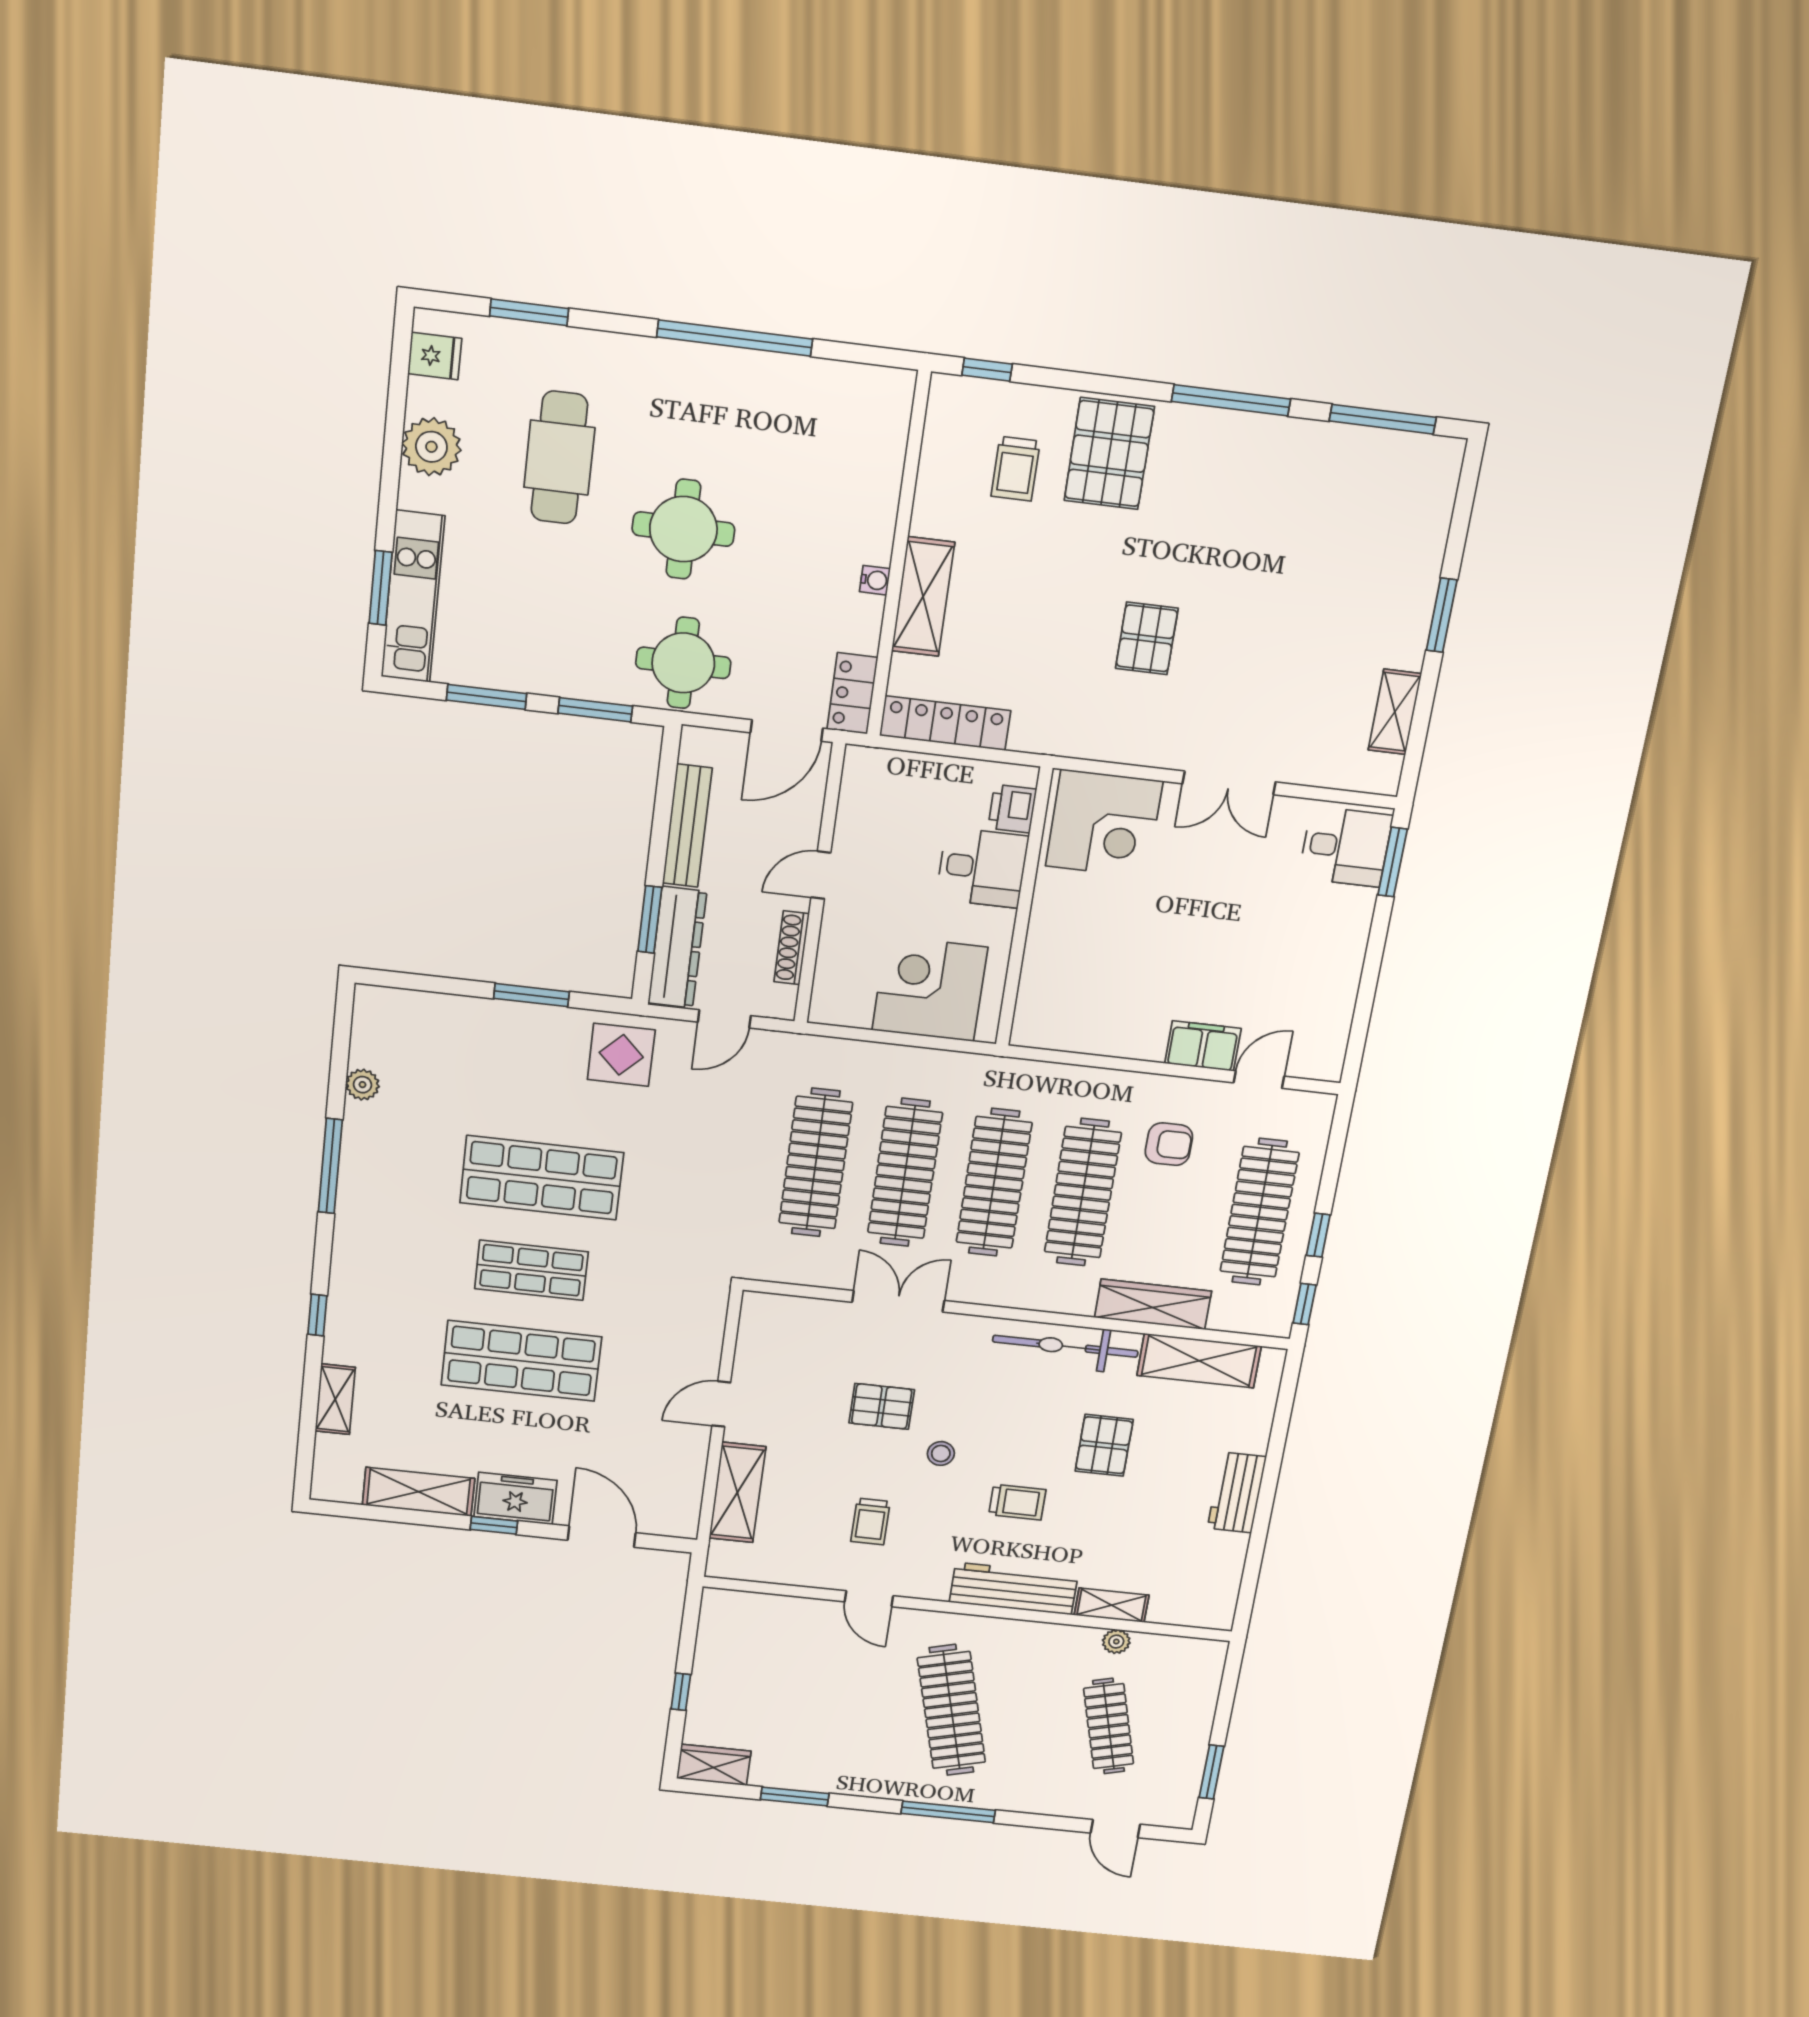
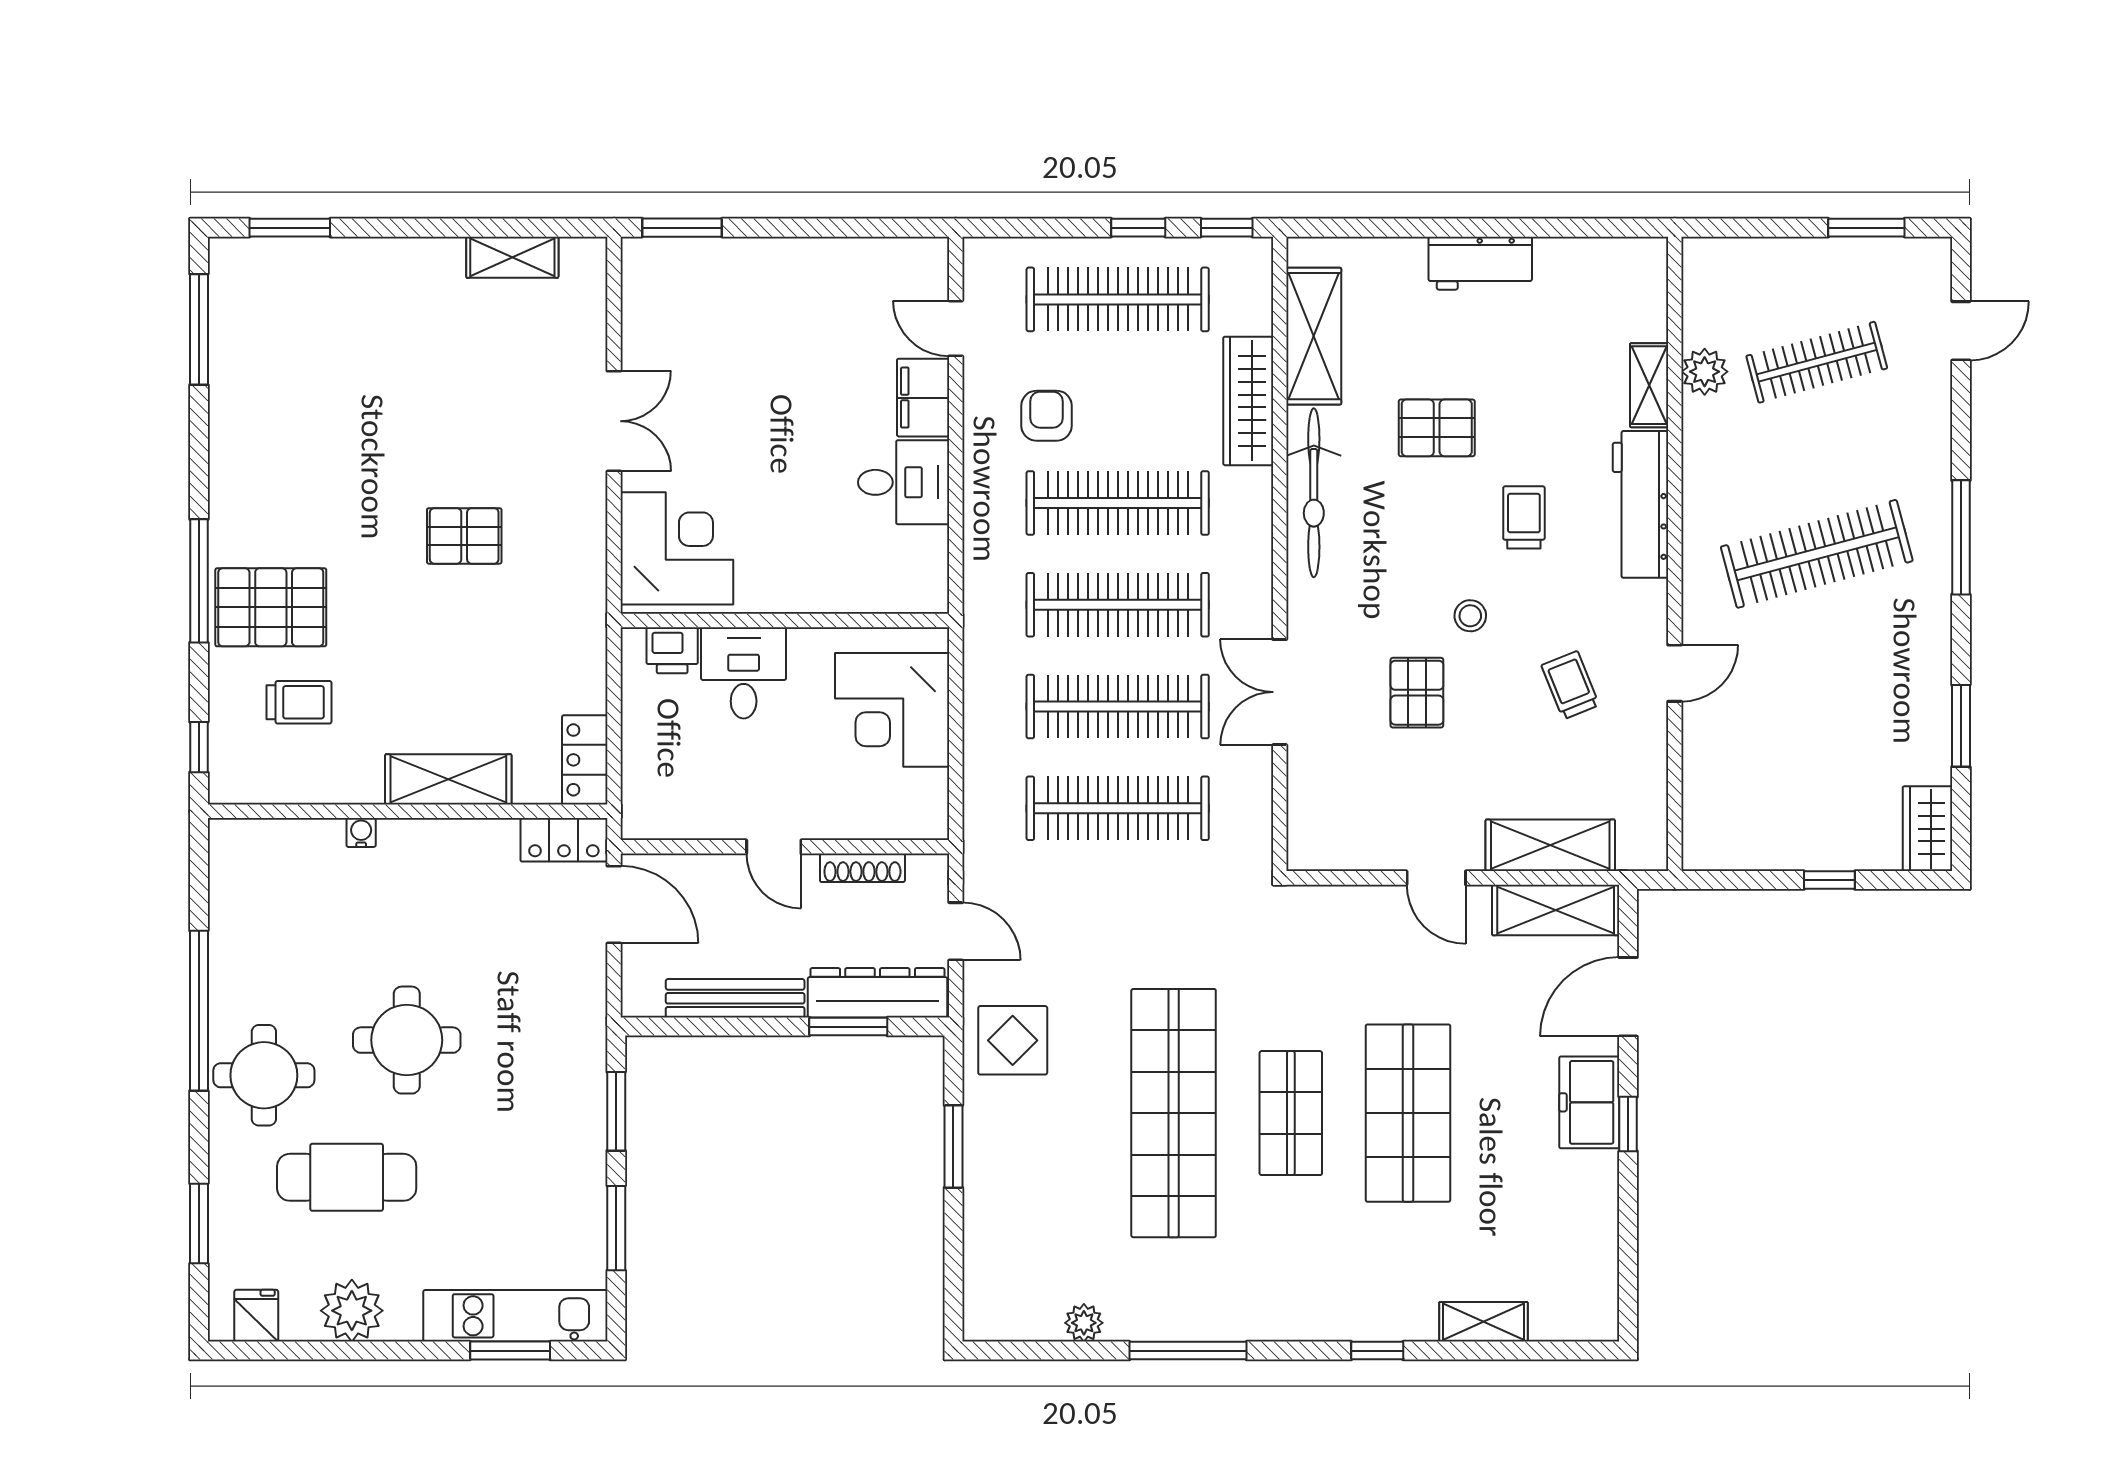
window: (1231, 400) -> (199, 581), moved
water cooler: (875, 580) -> (361, 833), moved
window: (1442, 615) -> (290, 228), moved
round table: (683, 663) -> (264, 1075), moved
locker: (945, 723) -> (585, 760), width x0.66
desk: (1346, 847) -> (904, 482), moved, turned 90
shop shelf: (542, 1178) -> (1174, 1113), width x1.40
shelving: (419, 1492) -> (1556, 910), moved, turned 90
trolley: (870, 1521) -> (1570, 685), turned -112
plant: (1116, 1642) -> (1705, 372), width x1.38, depth x1.38

